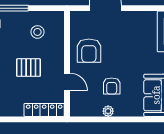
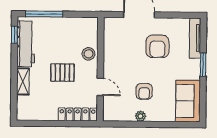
stool: (37, 32) -> (89, 54), moved
armchair: (89, 51) -> (157, 46), moved

